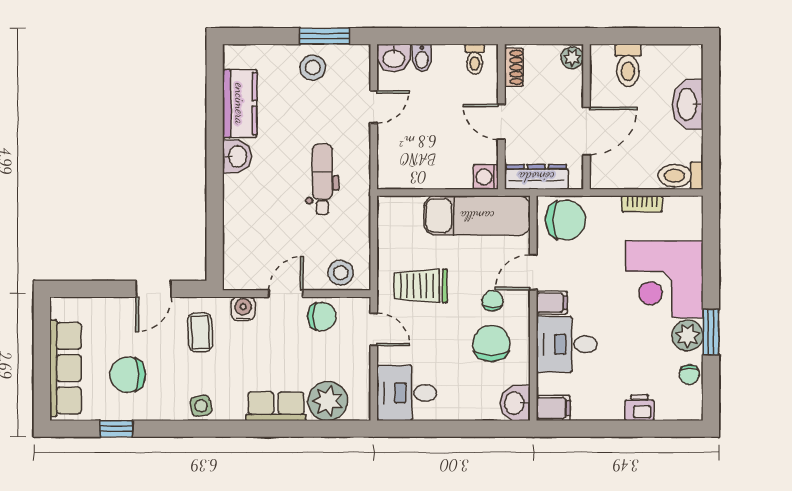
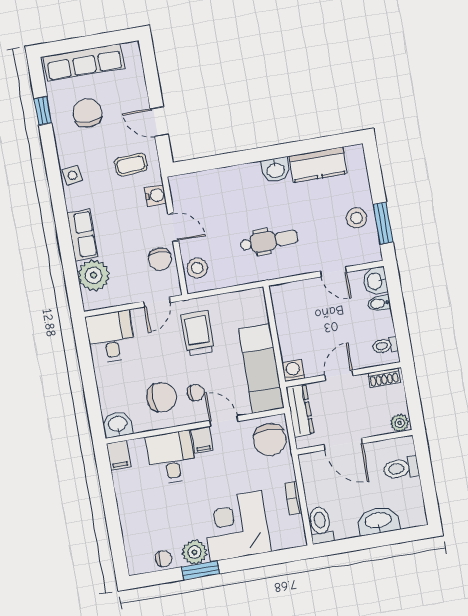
chair: (689, 375) -> (164, 559), turned 180
printer: (639, 408) -> (131, 524), removed

